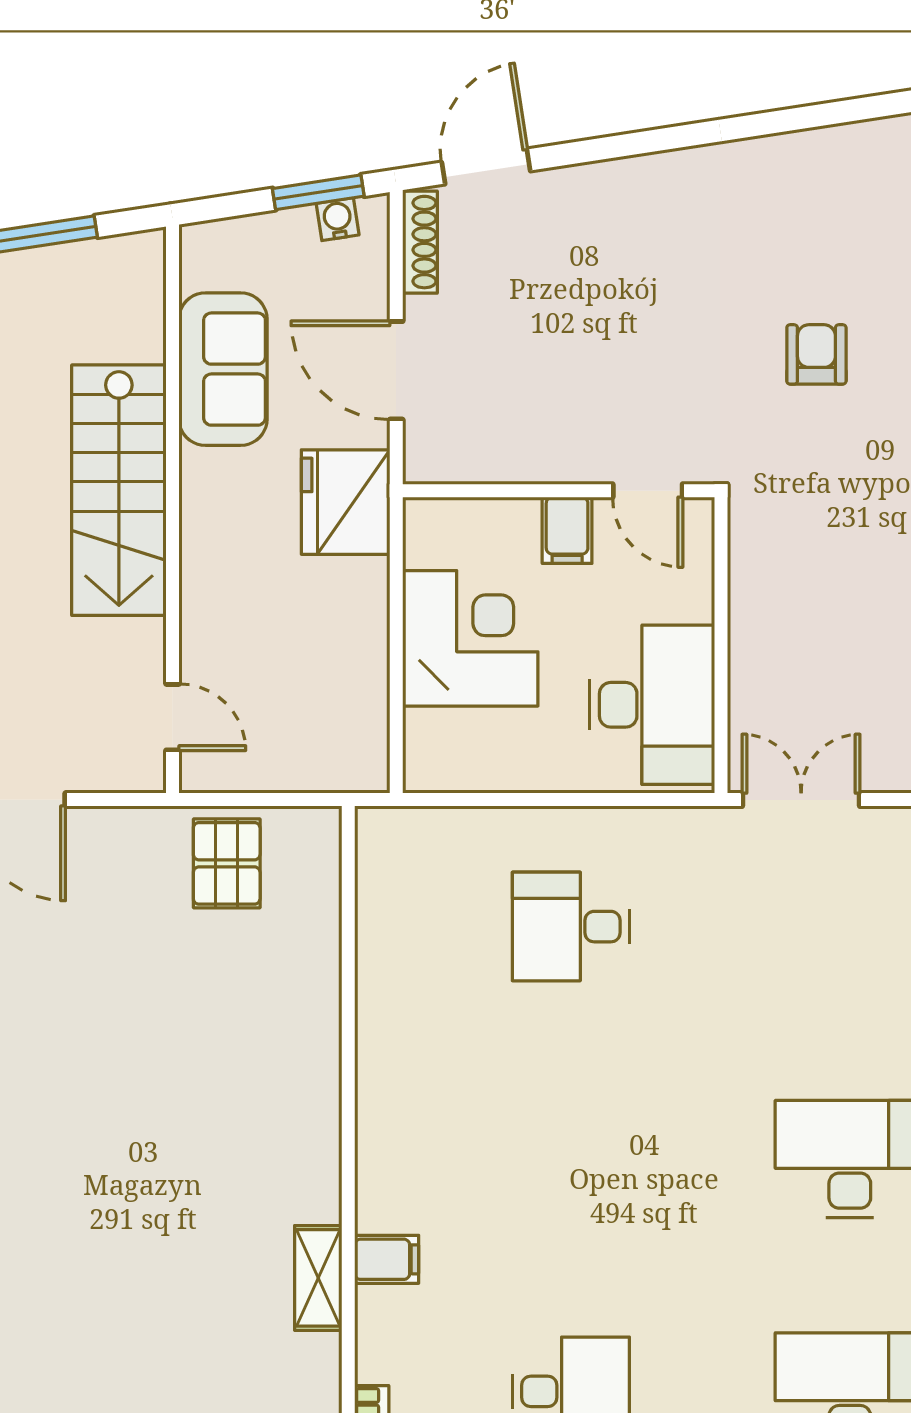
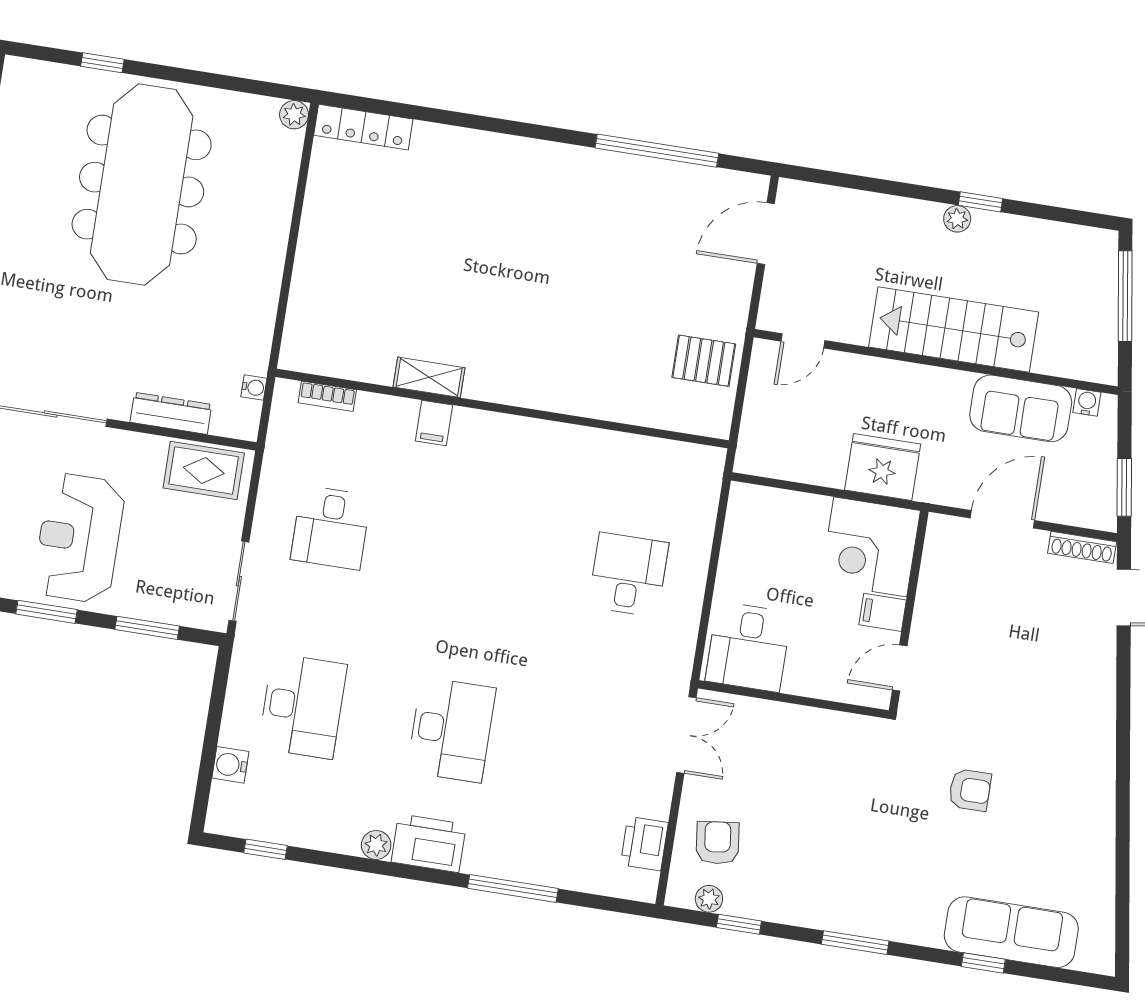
water cooler: (338, 219) -> (1087, 402), moved, turned -81
fridge: (346, 502) -> (883, 467), moved
corner desk: (470, 638) -> (870, 547), moved, turned 90
desk: (652, 705) -> (748, 647), width x0.73

